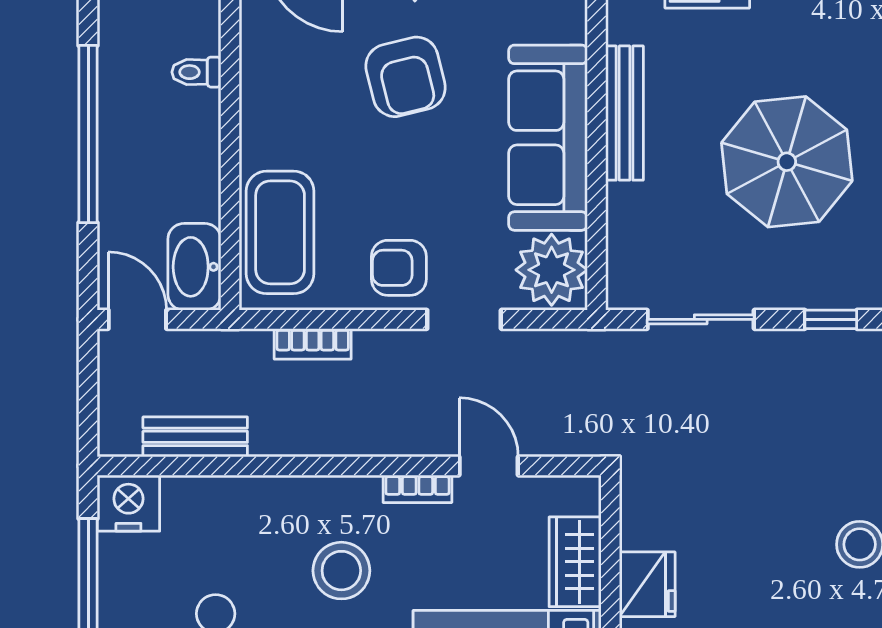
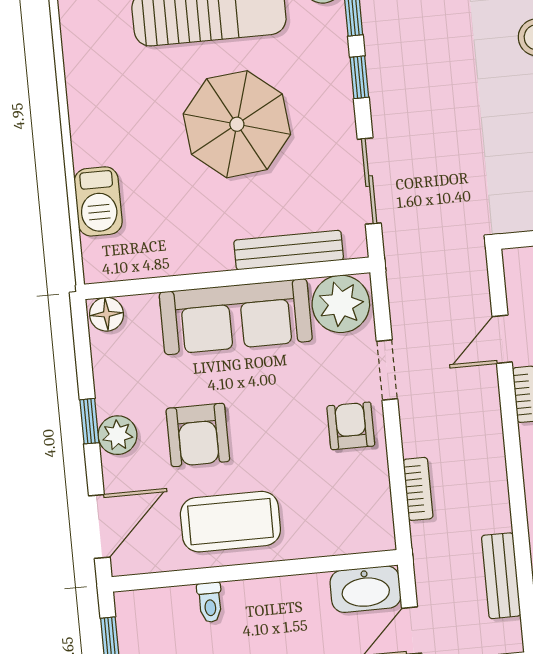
armchair: (406, 77) -> (198, 435), turned 104
bench: (625, 113) -> (289, 250), moved
coffee table: (280, 232) -> (230, 522), moved
armchair: (399, 268) -> (351, 426), turned 180

